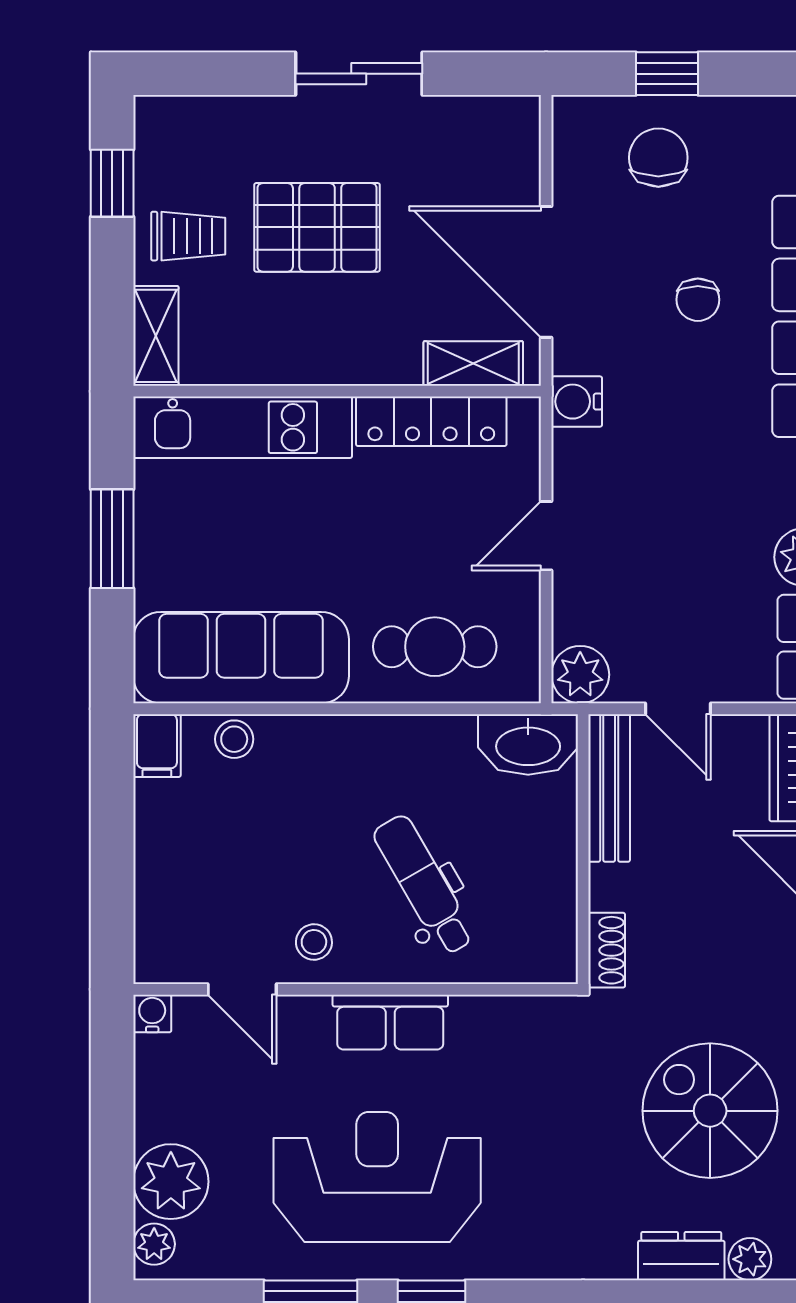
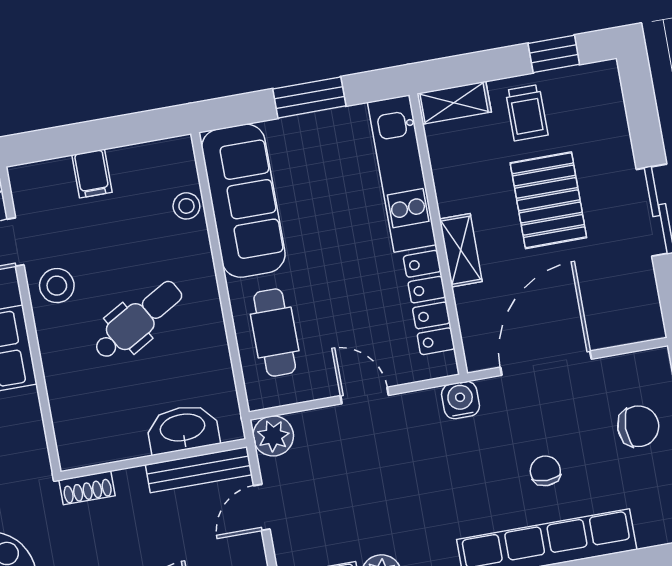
chair: (698, 300) -> (545, 471), turned 90
shelving: (473, 364) -> (461, 250), moved
washbasin: (528, 745) -> (183, 429), moved, turned 90
filing cabinet: (157, 746) -> (92, 174), moved, turned -90
dental chair: (424, 885) -> (138, 320), moved
stool: (314, 942) -> (57, 286), width x1.37, depth x1.37

